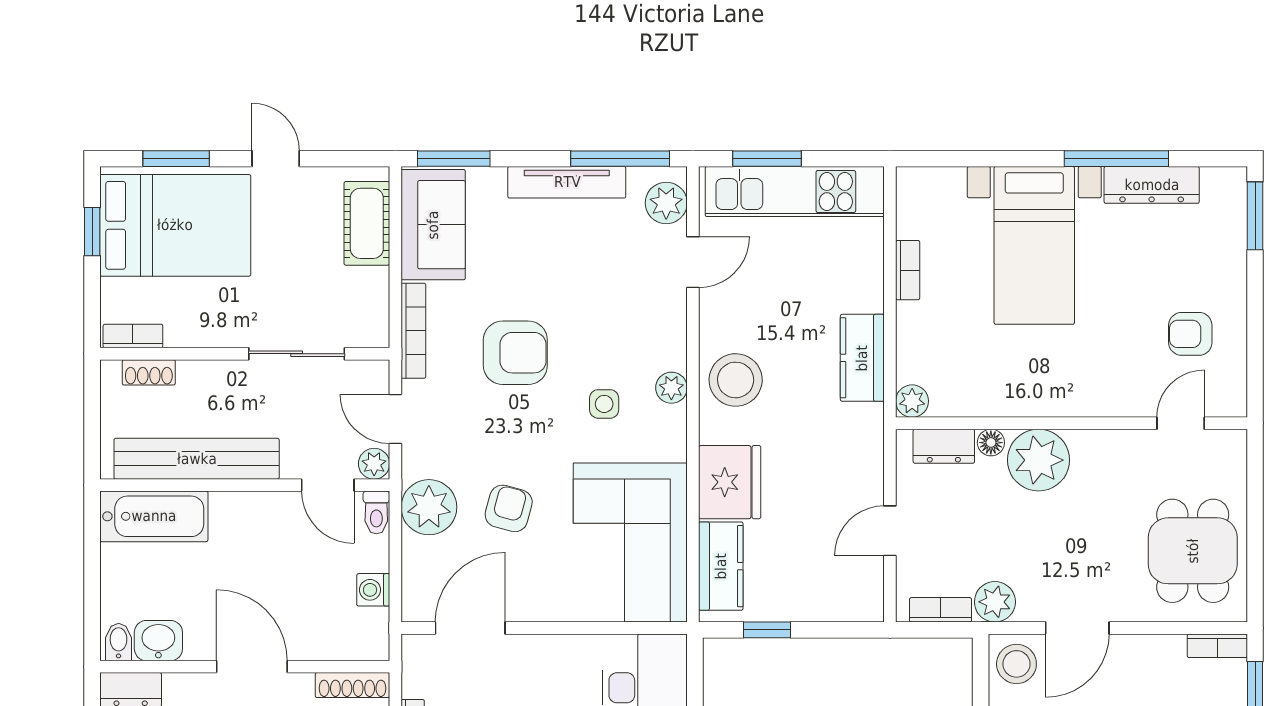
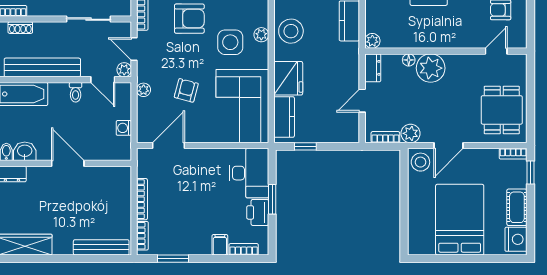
side table: (604, 404) -> (230, 42), width x1.87, depth x1.87
dresser: (944, 446) -> (373, 68), moved, turned -90
plant: (429, 507) -> (144, 90), width x0.53, depth x0.53
toilet: (376, 512) -> (76, 92), moved
shoe rack: (353, 685) -> (114, 172), removed

